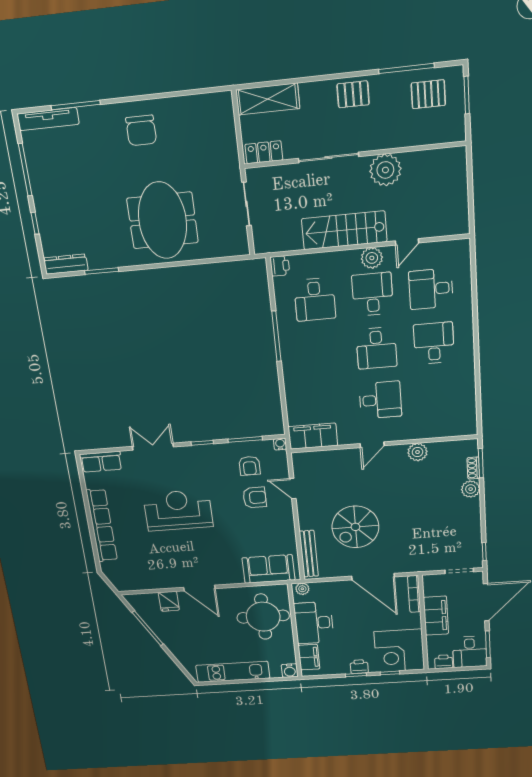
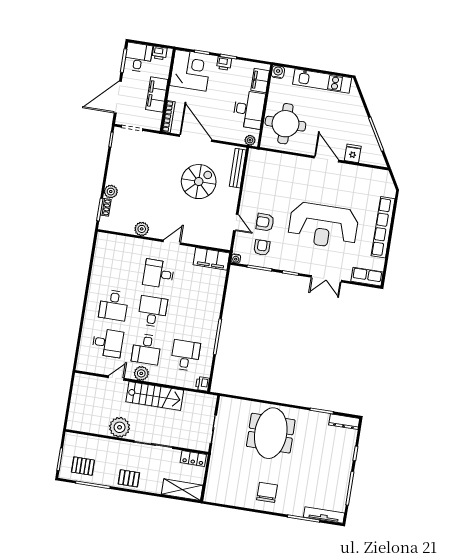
reception desk: (178, 510) -> (323, 226), width x1.36, depth x1.30
sofa: (268, 569) -> (271, 163), removed

